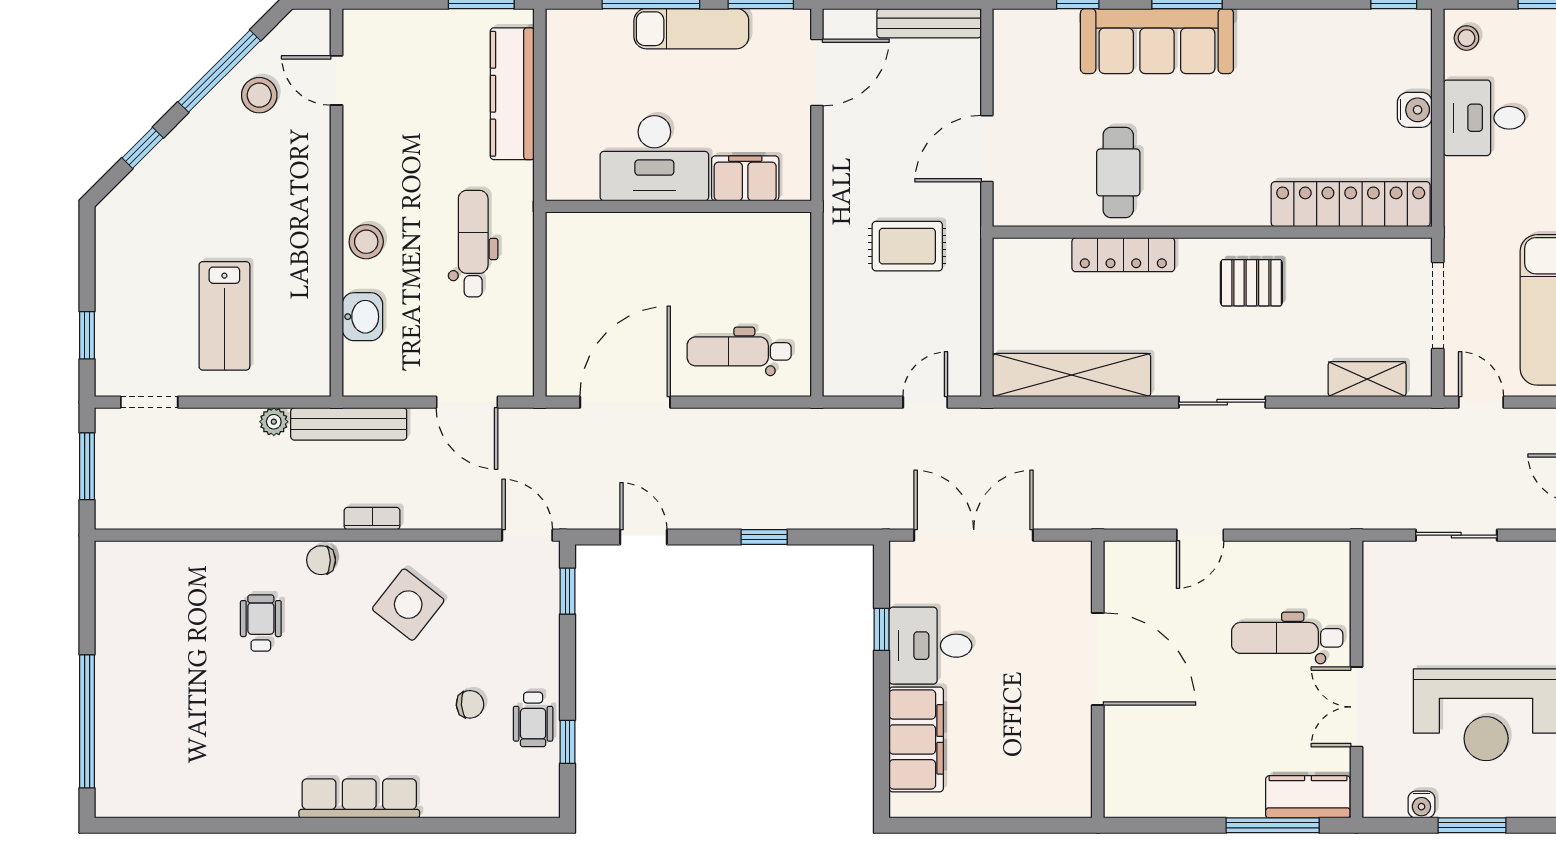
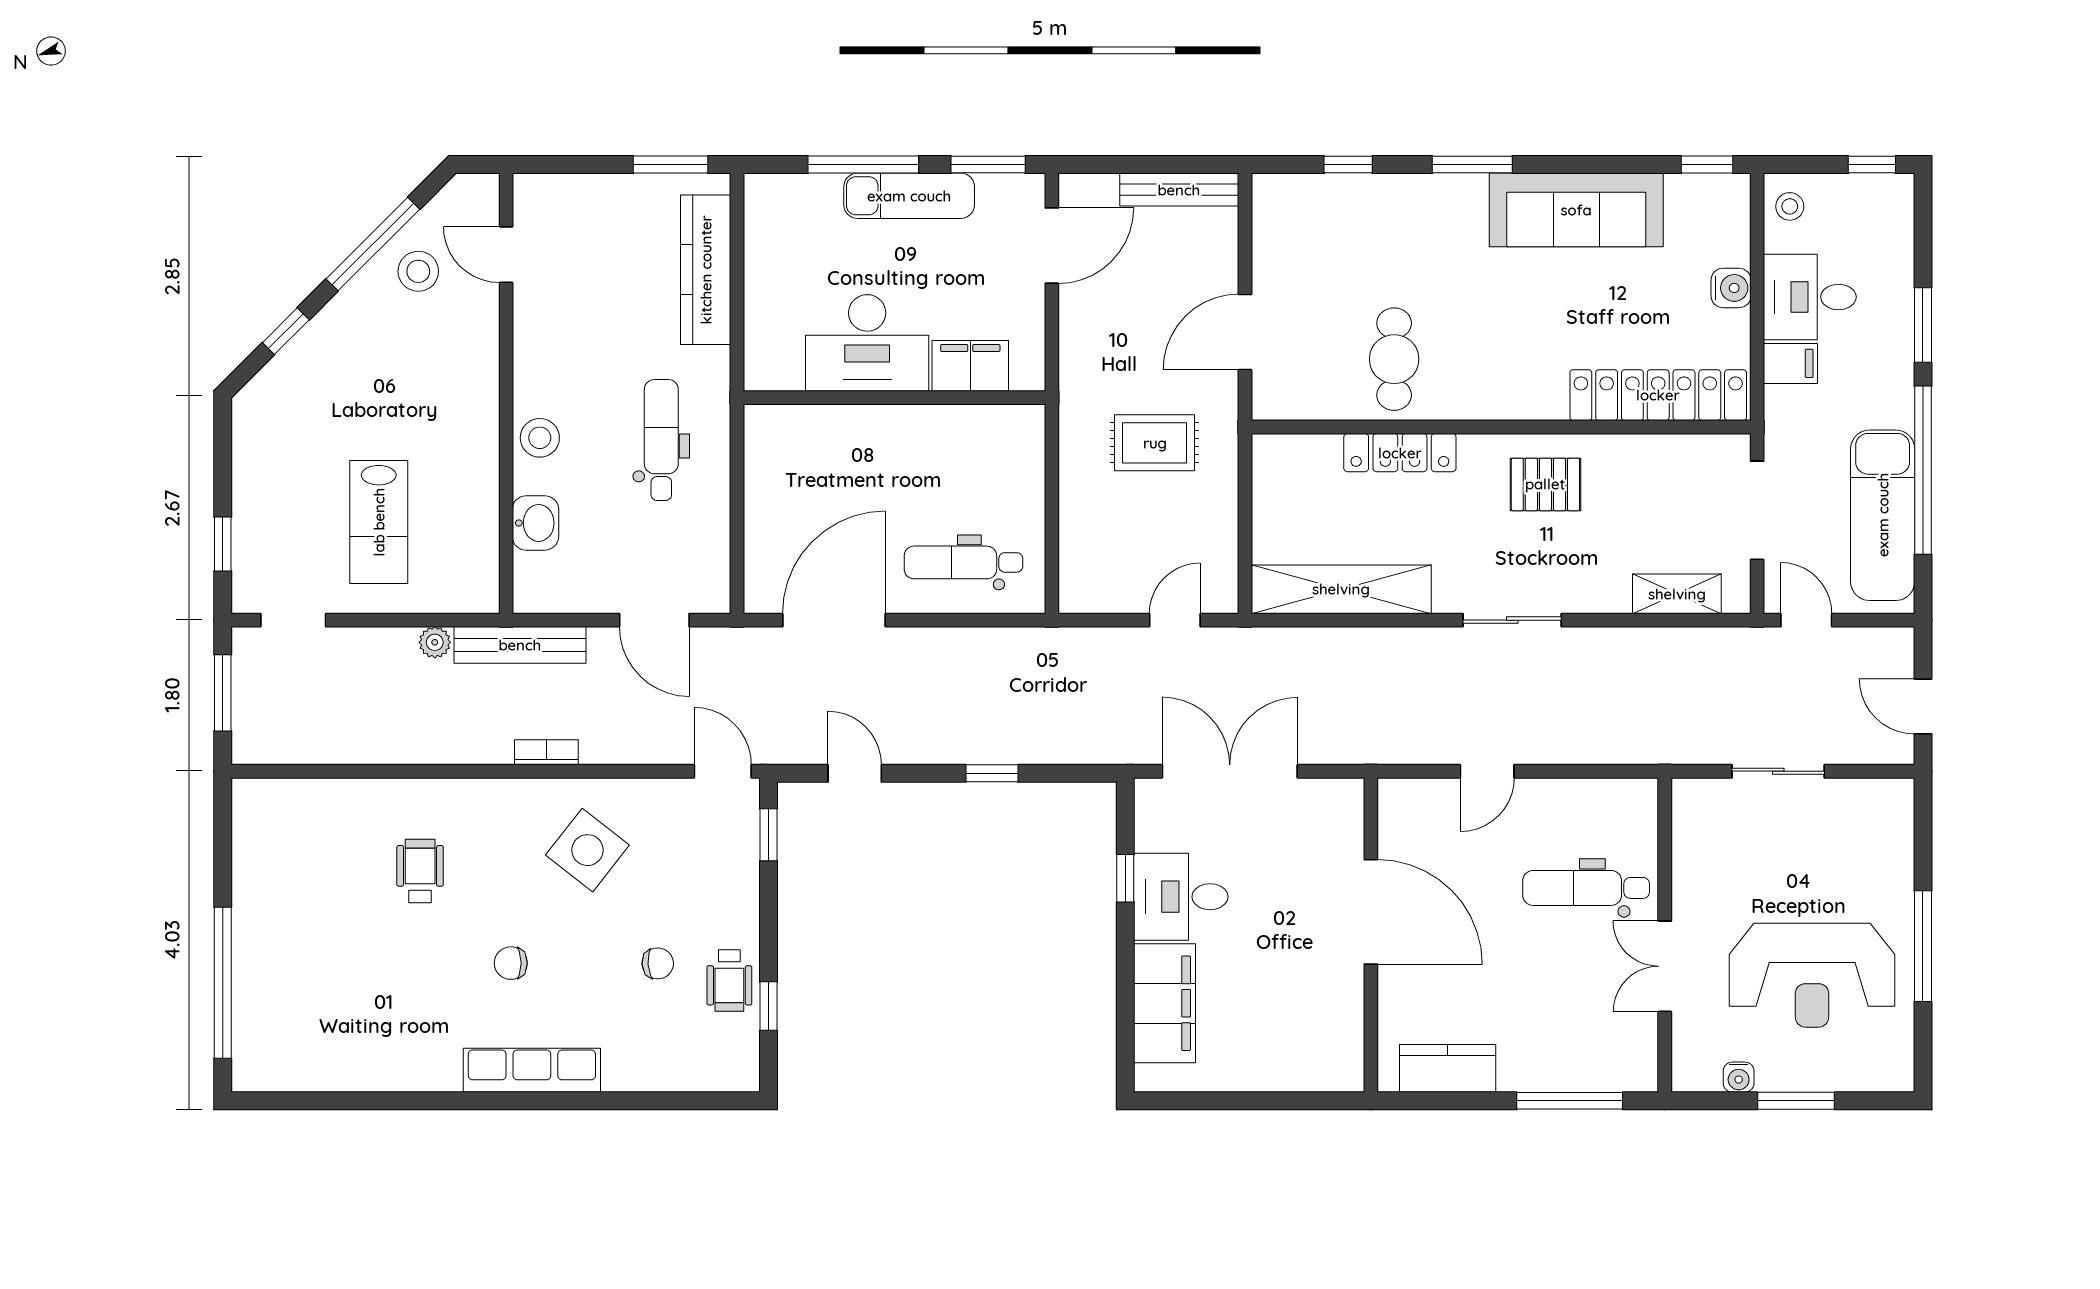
sofa: (1157, 41) -> (1576, 210), moved
filing cabinet: (1467, 176) -> (1790, 363), added
chair: (321, 560) -> (511, 963), moved
kitchen counter: (1308, 797) -> (1448, 1068), moved

